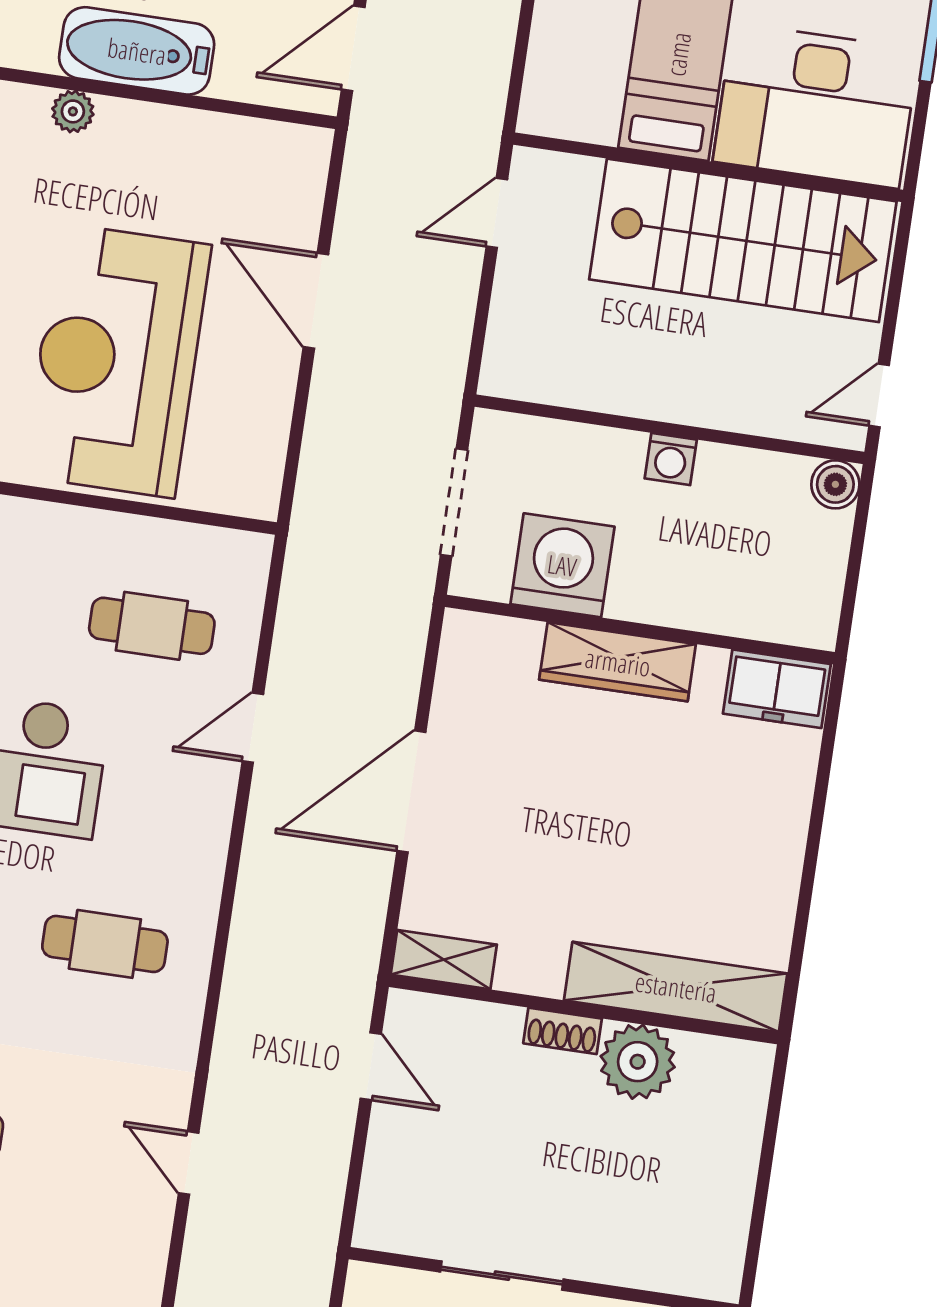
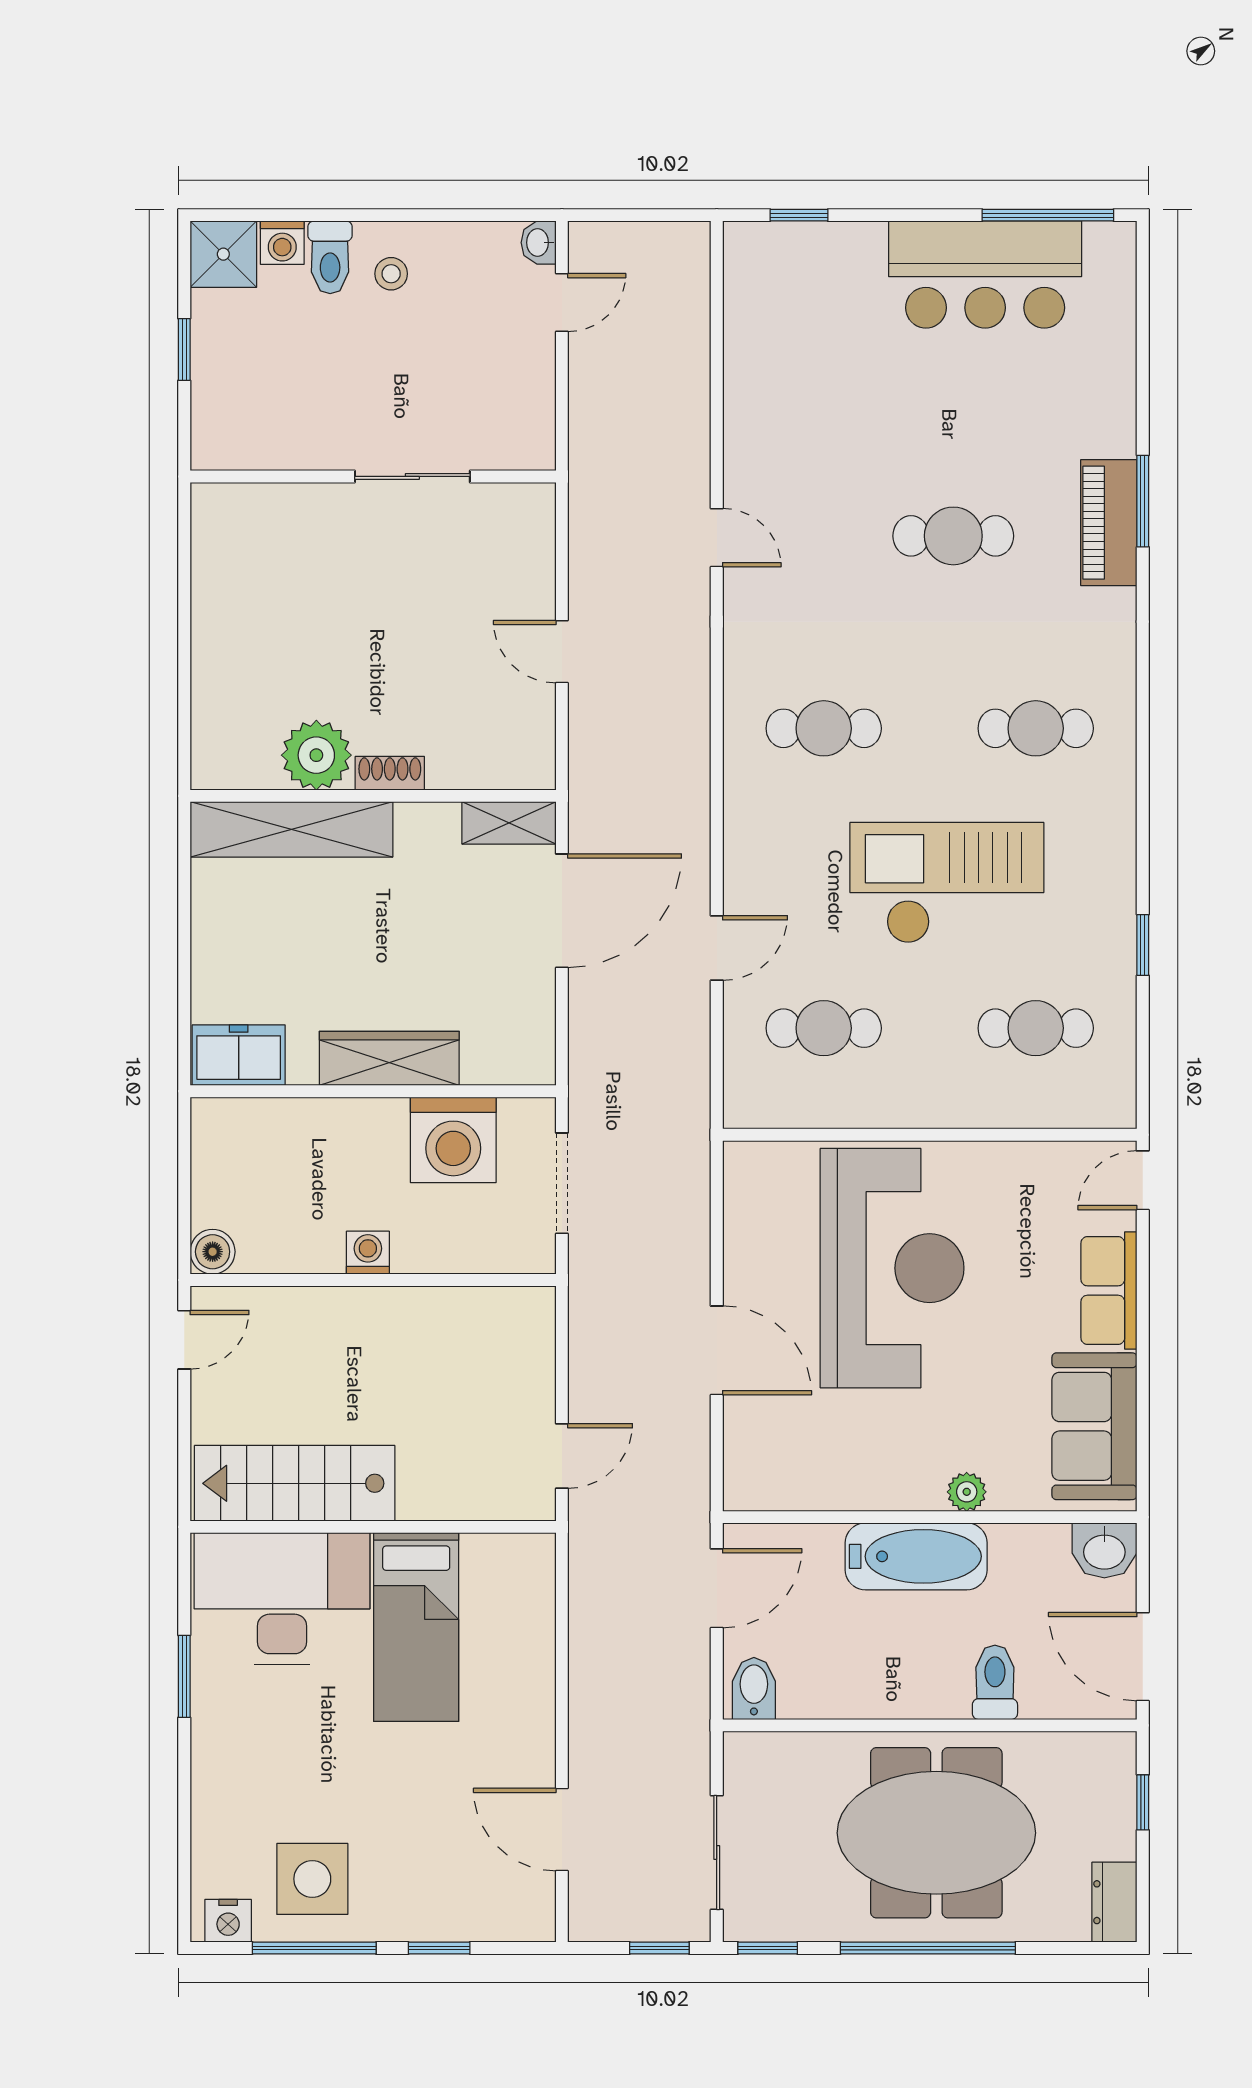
stairs: (743, 240) -> (295, 1483), width x0.73, depth x0.66
shelving: (444, 960) -> (509, 823), moved
shelving: (676, 987) -> (291, 829), moved
wall: (584, 1010) -> (373, 796), moved
shoe rack: (563, 1031) -> (390, 773), moved
plant: (638, 1062) -> (316, 755), moved

